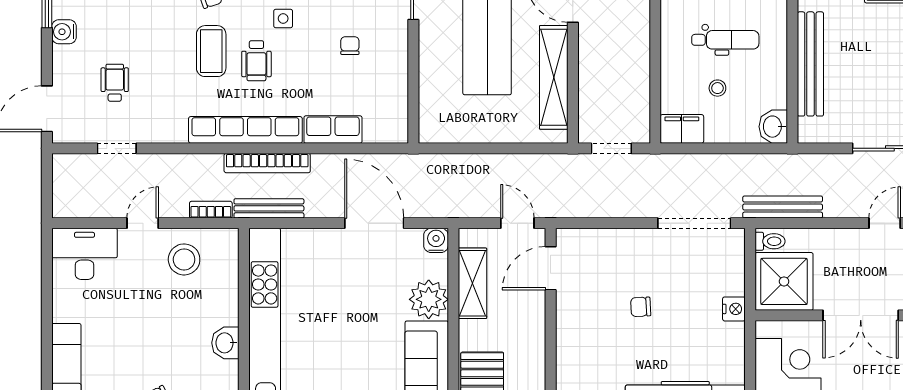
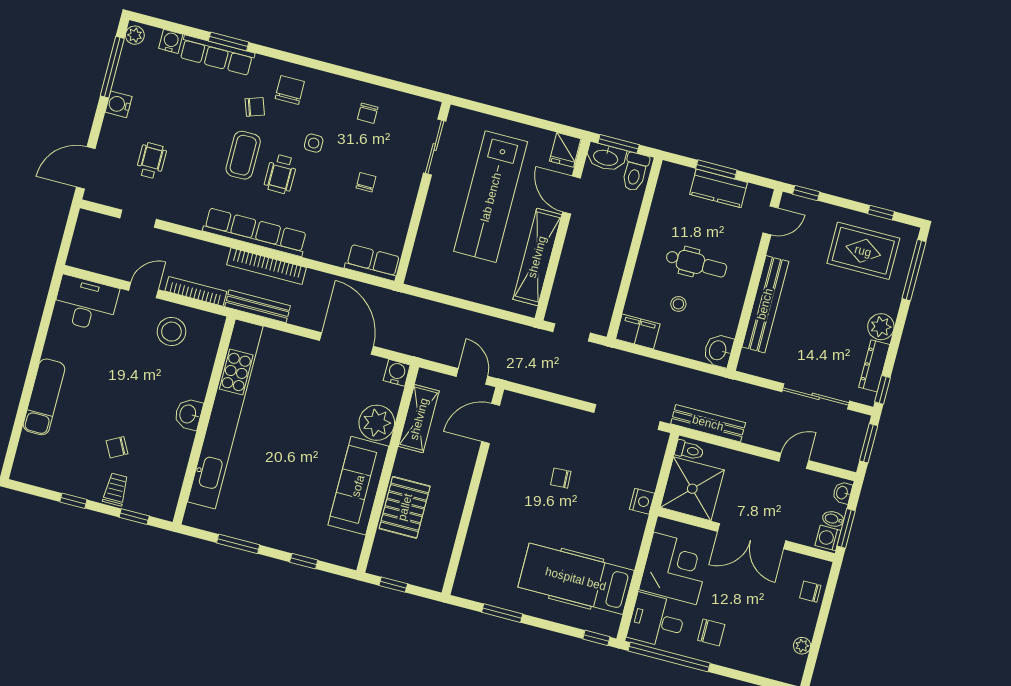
row of seats: (333, 130) -> (373, 263), moved
bookcase: (211, 210) -> (196, 291), width x1.56

